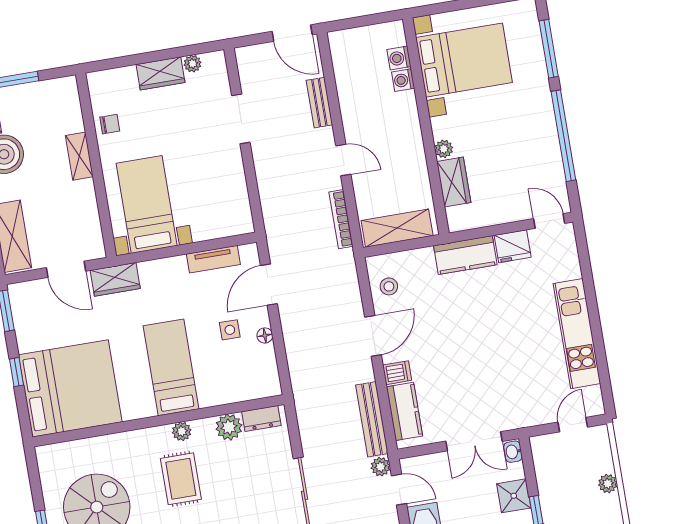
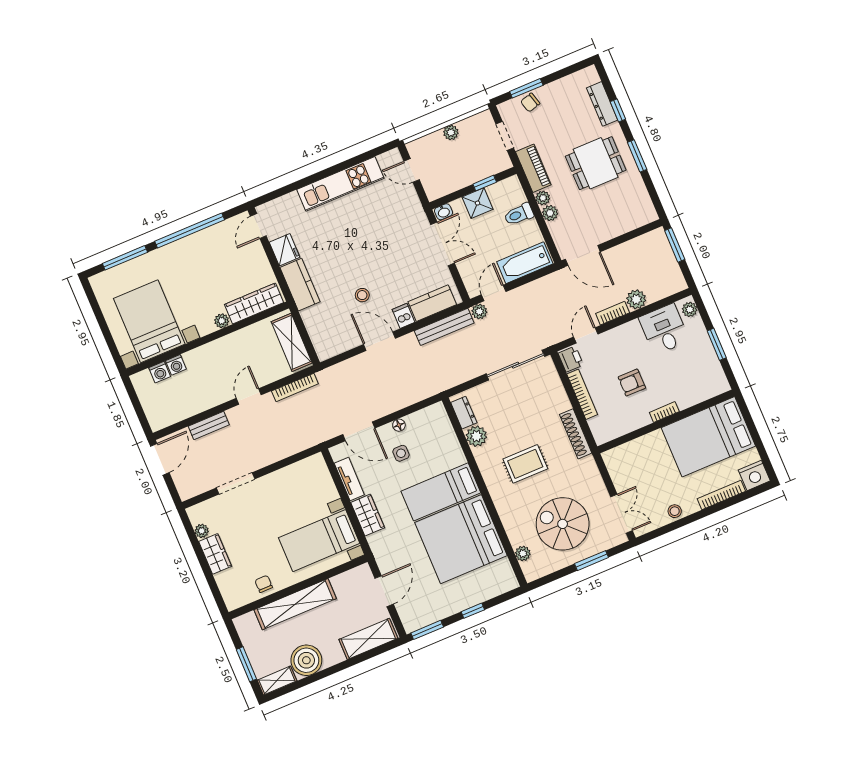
shelving: (79, 156) -> (295, 604), width x2.20, depth x1.33
wardrobe: (454, 182) -> (254, 303), width x1.50
wardrobe: (115, 279) -> (368, 515), moved
stool: (389, 286) -> (362, 295), moved
bed: (70, 388) -> (461, 539), moved, turned -90
plant: (182, 431) -> (523, 553), moved

